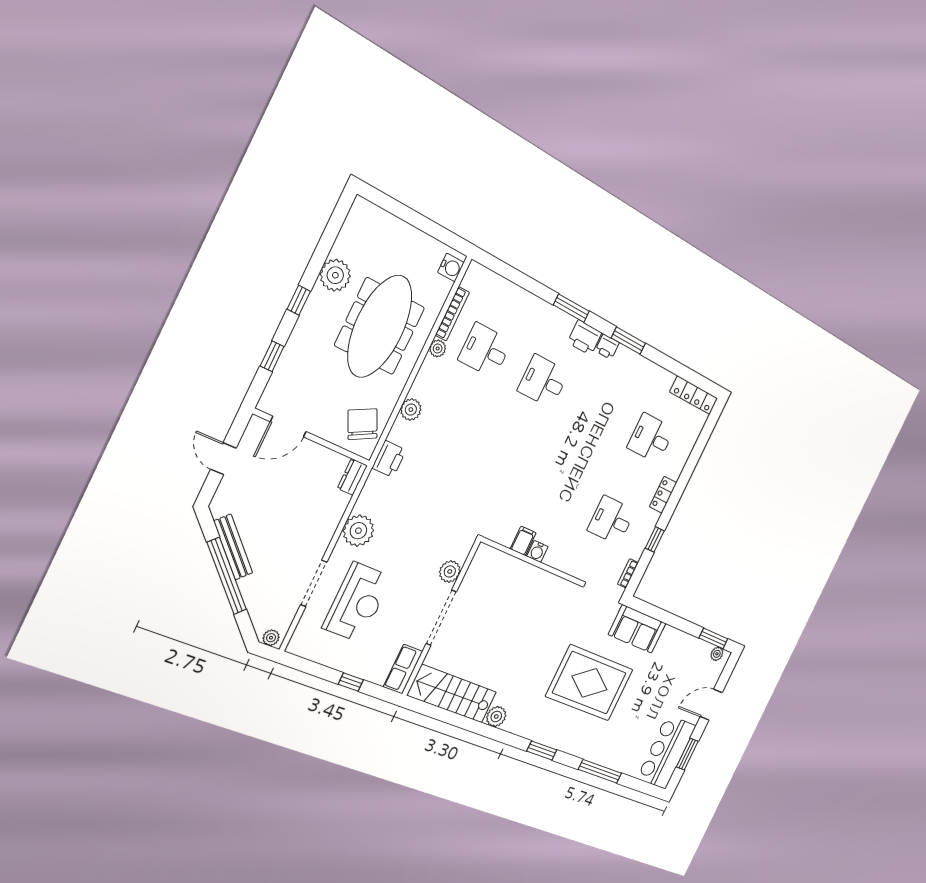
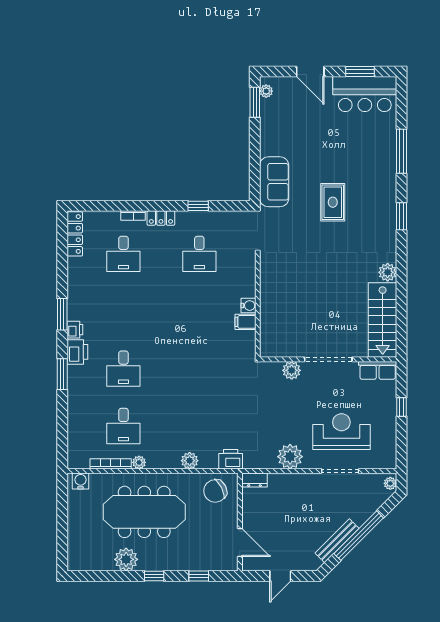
bookcase: (628, 573) -> (133, 216), moved
rug: (589, 683) -> (333, 202), width x0.54, depth x0.49

